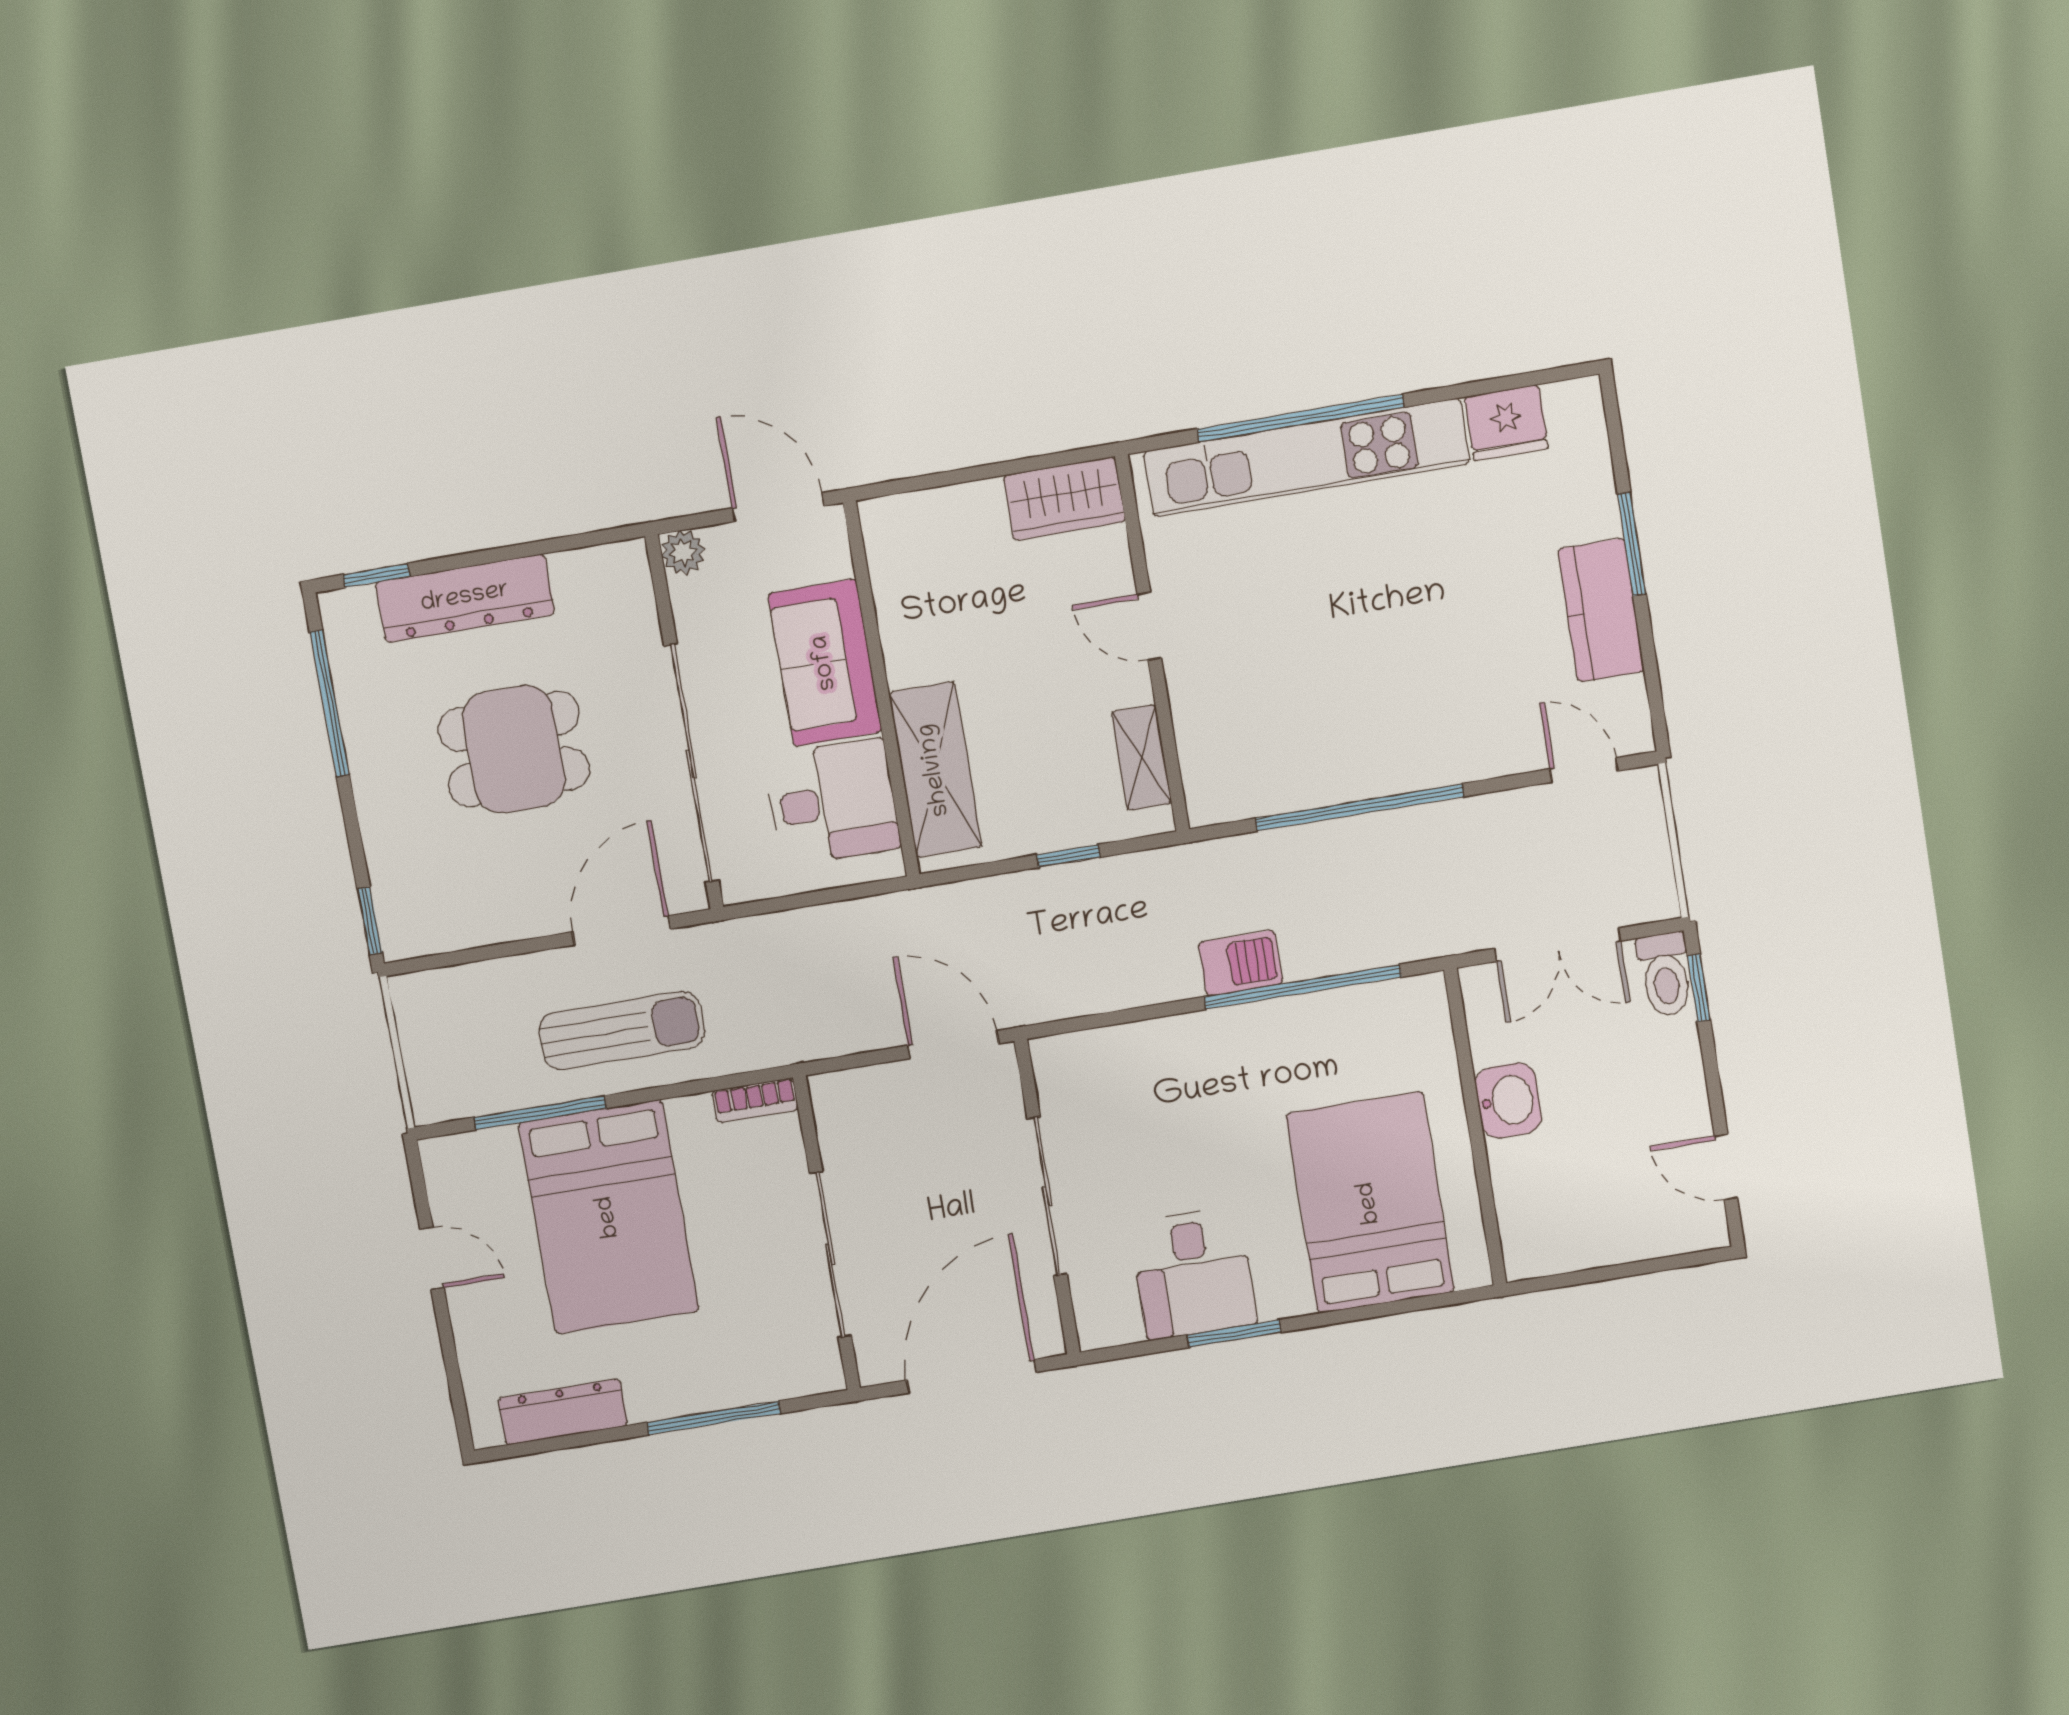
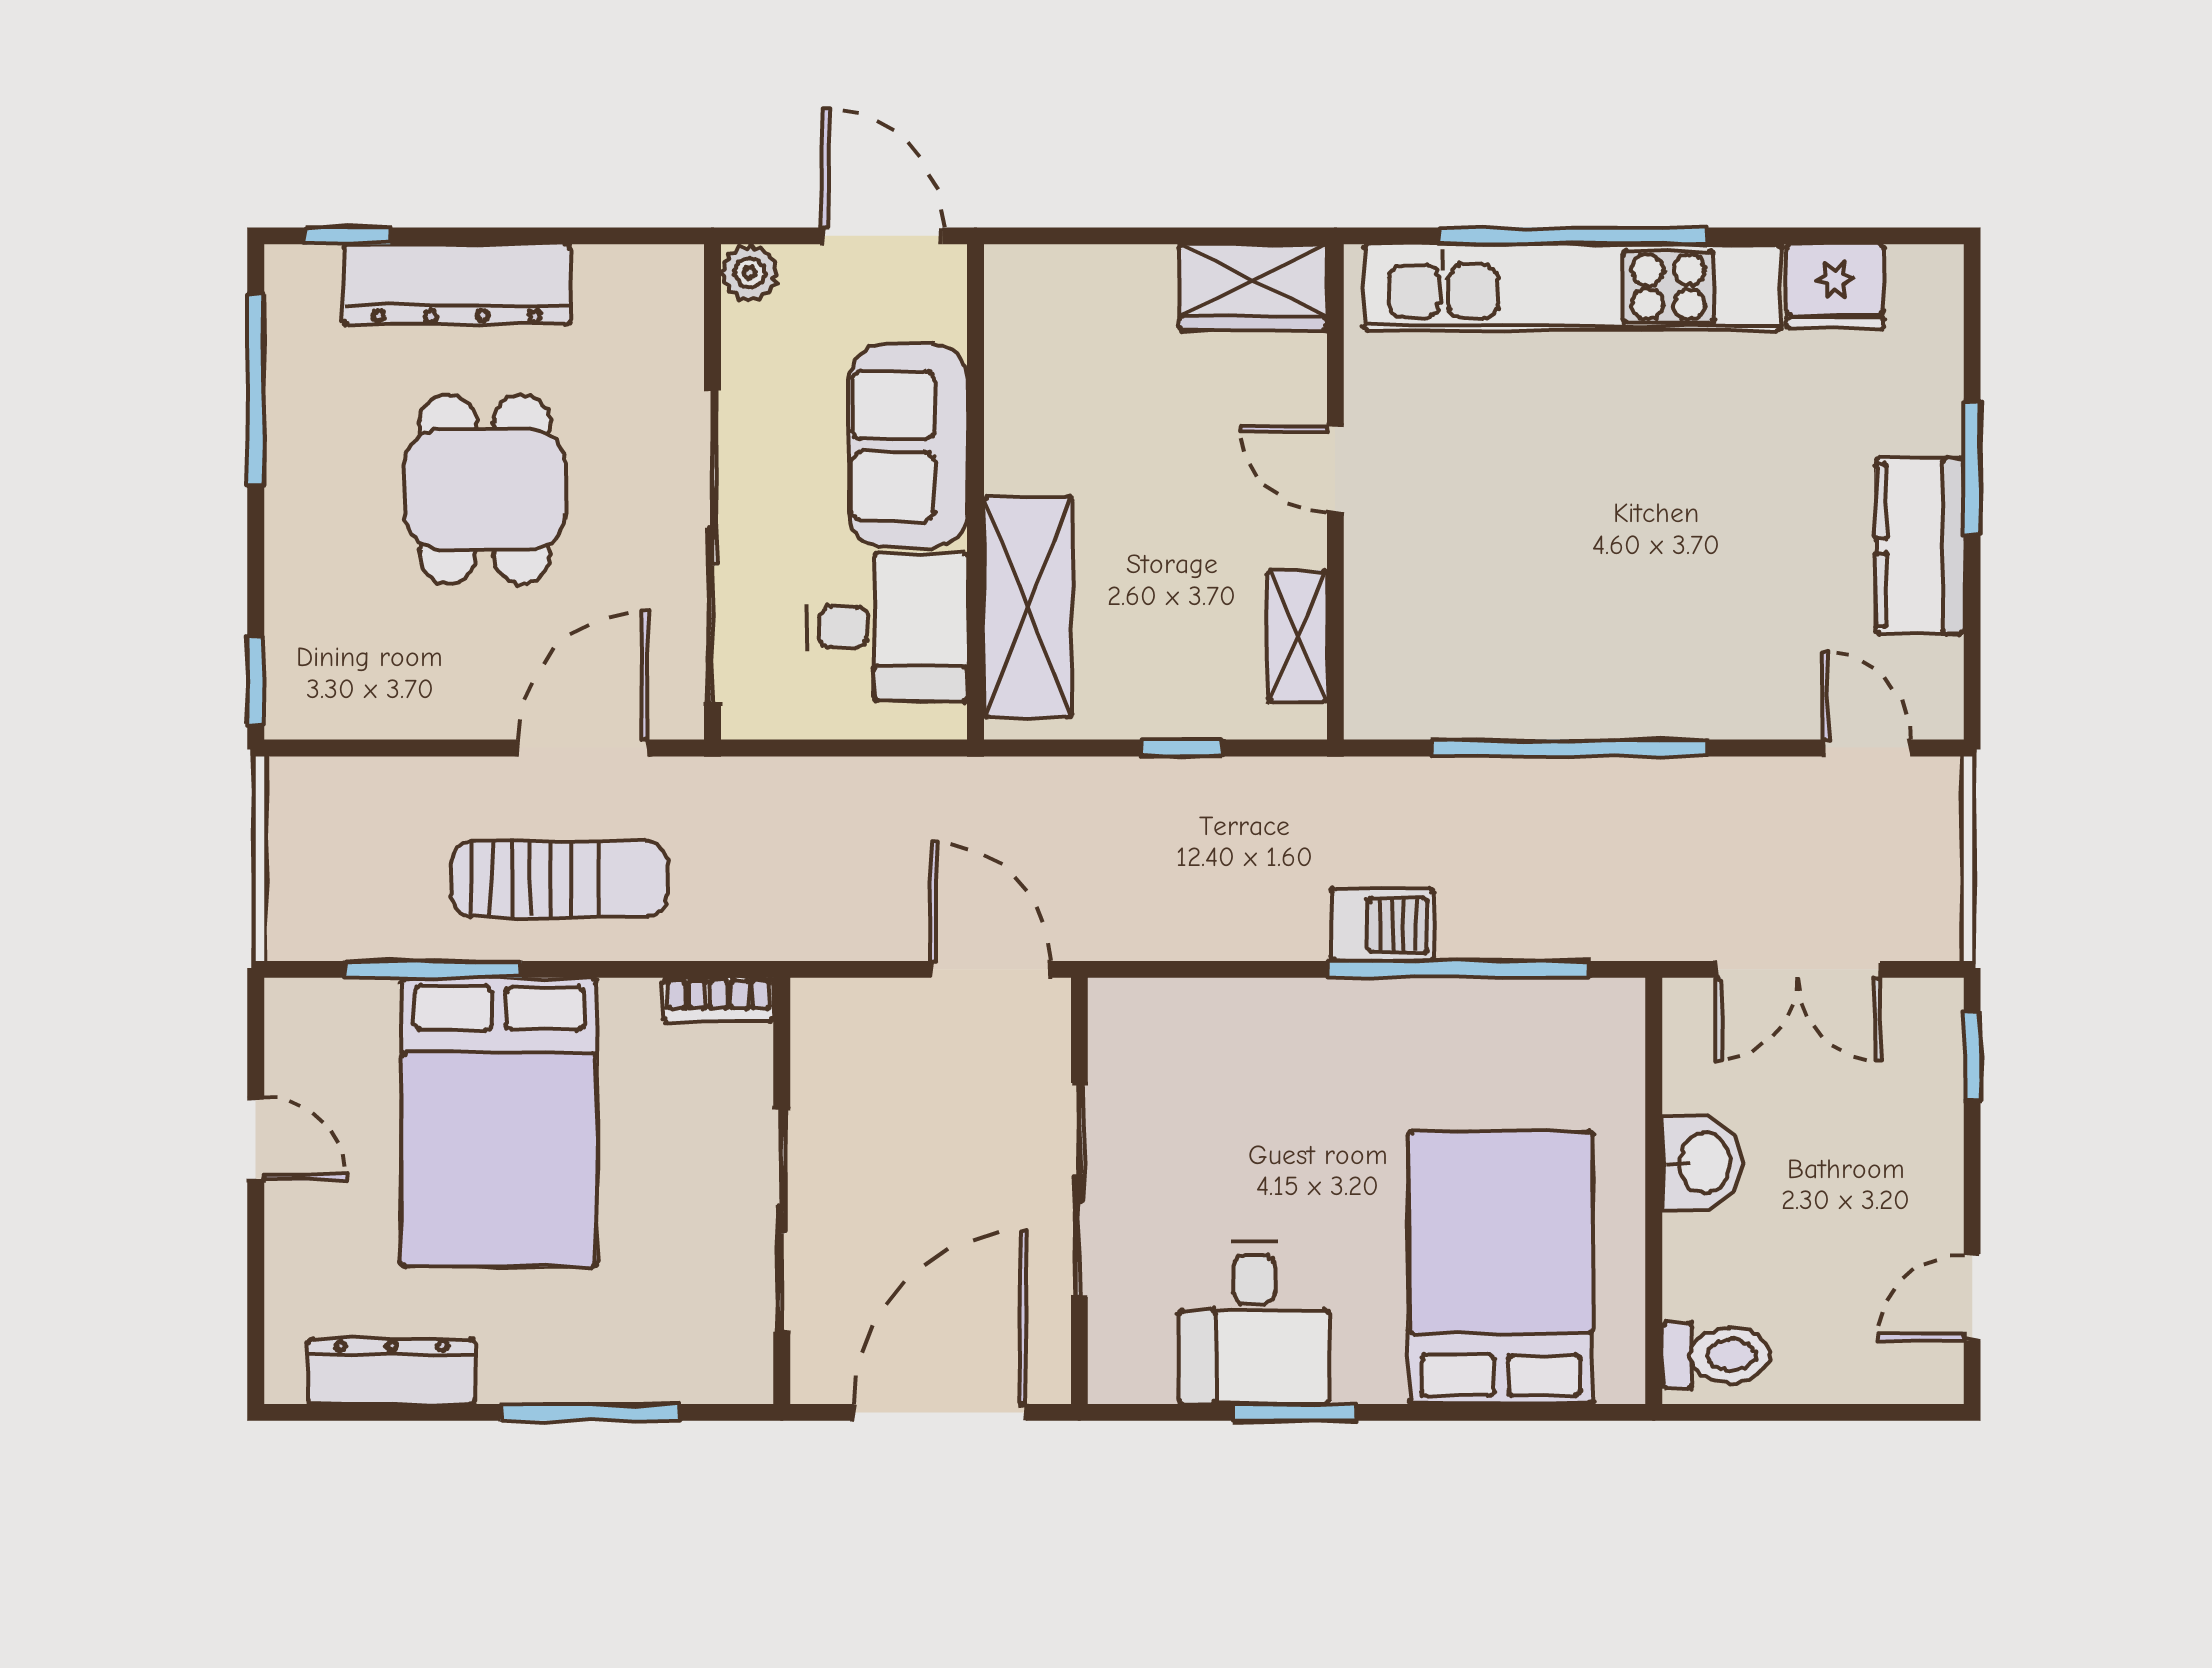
dining table: (514, 749) -> (485, 489), turned 90
toilet: (1665, 975) -> (1716, 1355), moved, turned -90
door: (1726, 1167) -> (1972, 1297), hinge flipped

